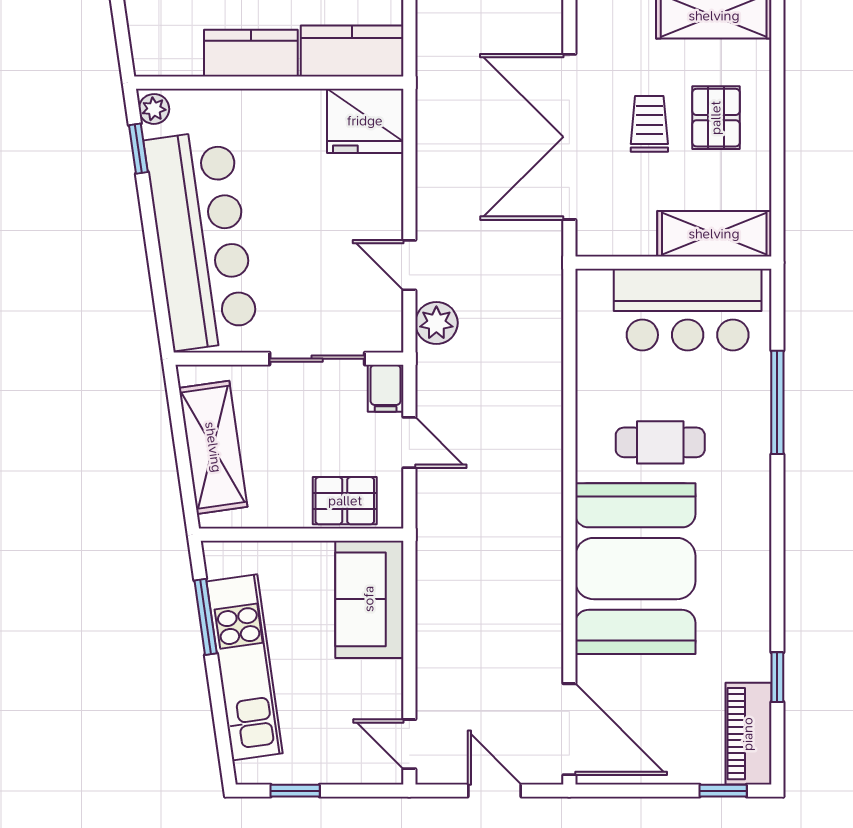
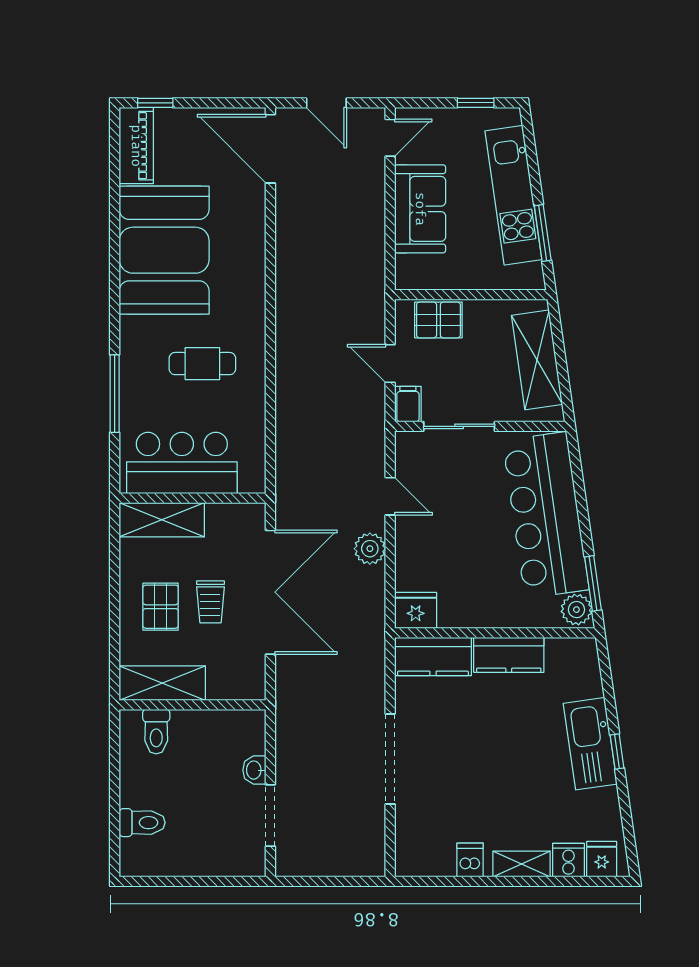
plant: (154, 109) -> (576, 610), width x1.38, depth x1.38
fridge: (365, 121) -> (416, 610), width x0.73, depth x0.75
window: (138, 149) -> (593, 583), width x1.50
plant: (436, 323) -> (370, 549), moved
booth: (635, 569) -> (164, 250), moved
sofa: (369, 599) -> (420, 209), moved
window: (777, 677) -> (115, 188), removed
door: (409, 744) -> (390, 138), hinge flipped

